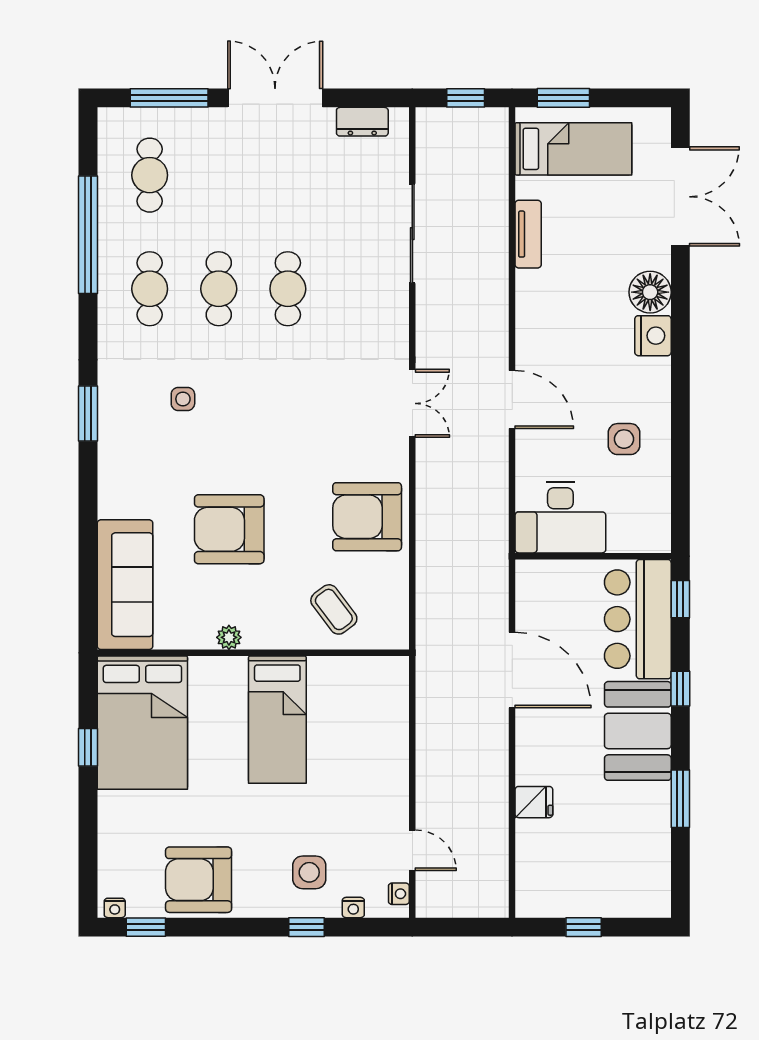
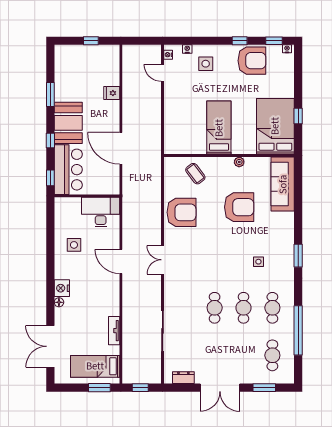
window: (169, 98) -> (264, 388), width x0.69
floor lamp: (650, 292) -> (59, 302), width x0.53, depth x0.53
window: (306, 927) -> (240, 41), moved

